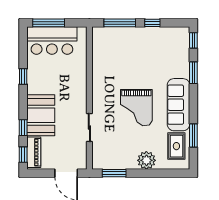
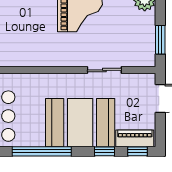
window: (23, 76) -> (42, 151), width x3.17
booth: (41, 115) -> (80, 123), width x1.36, depth x1.42

